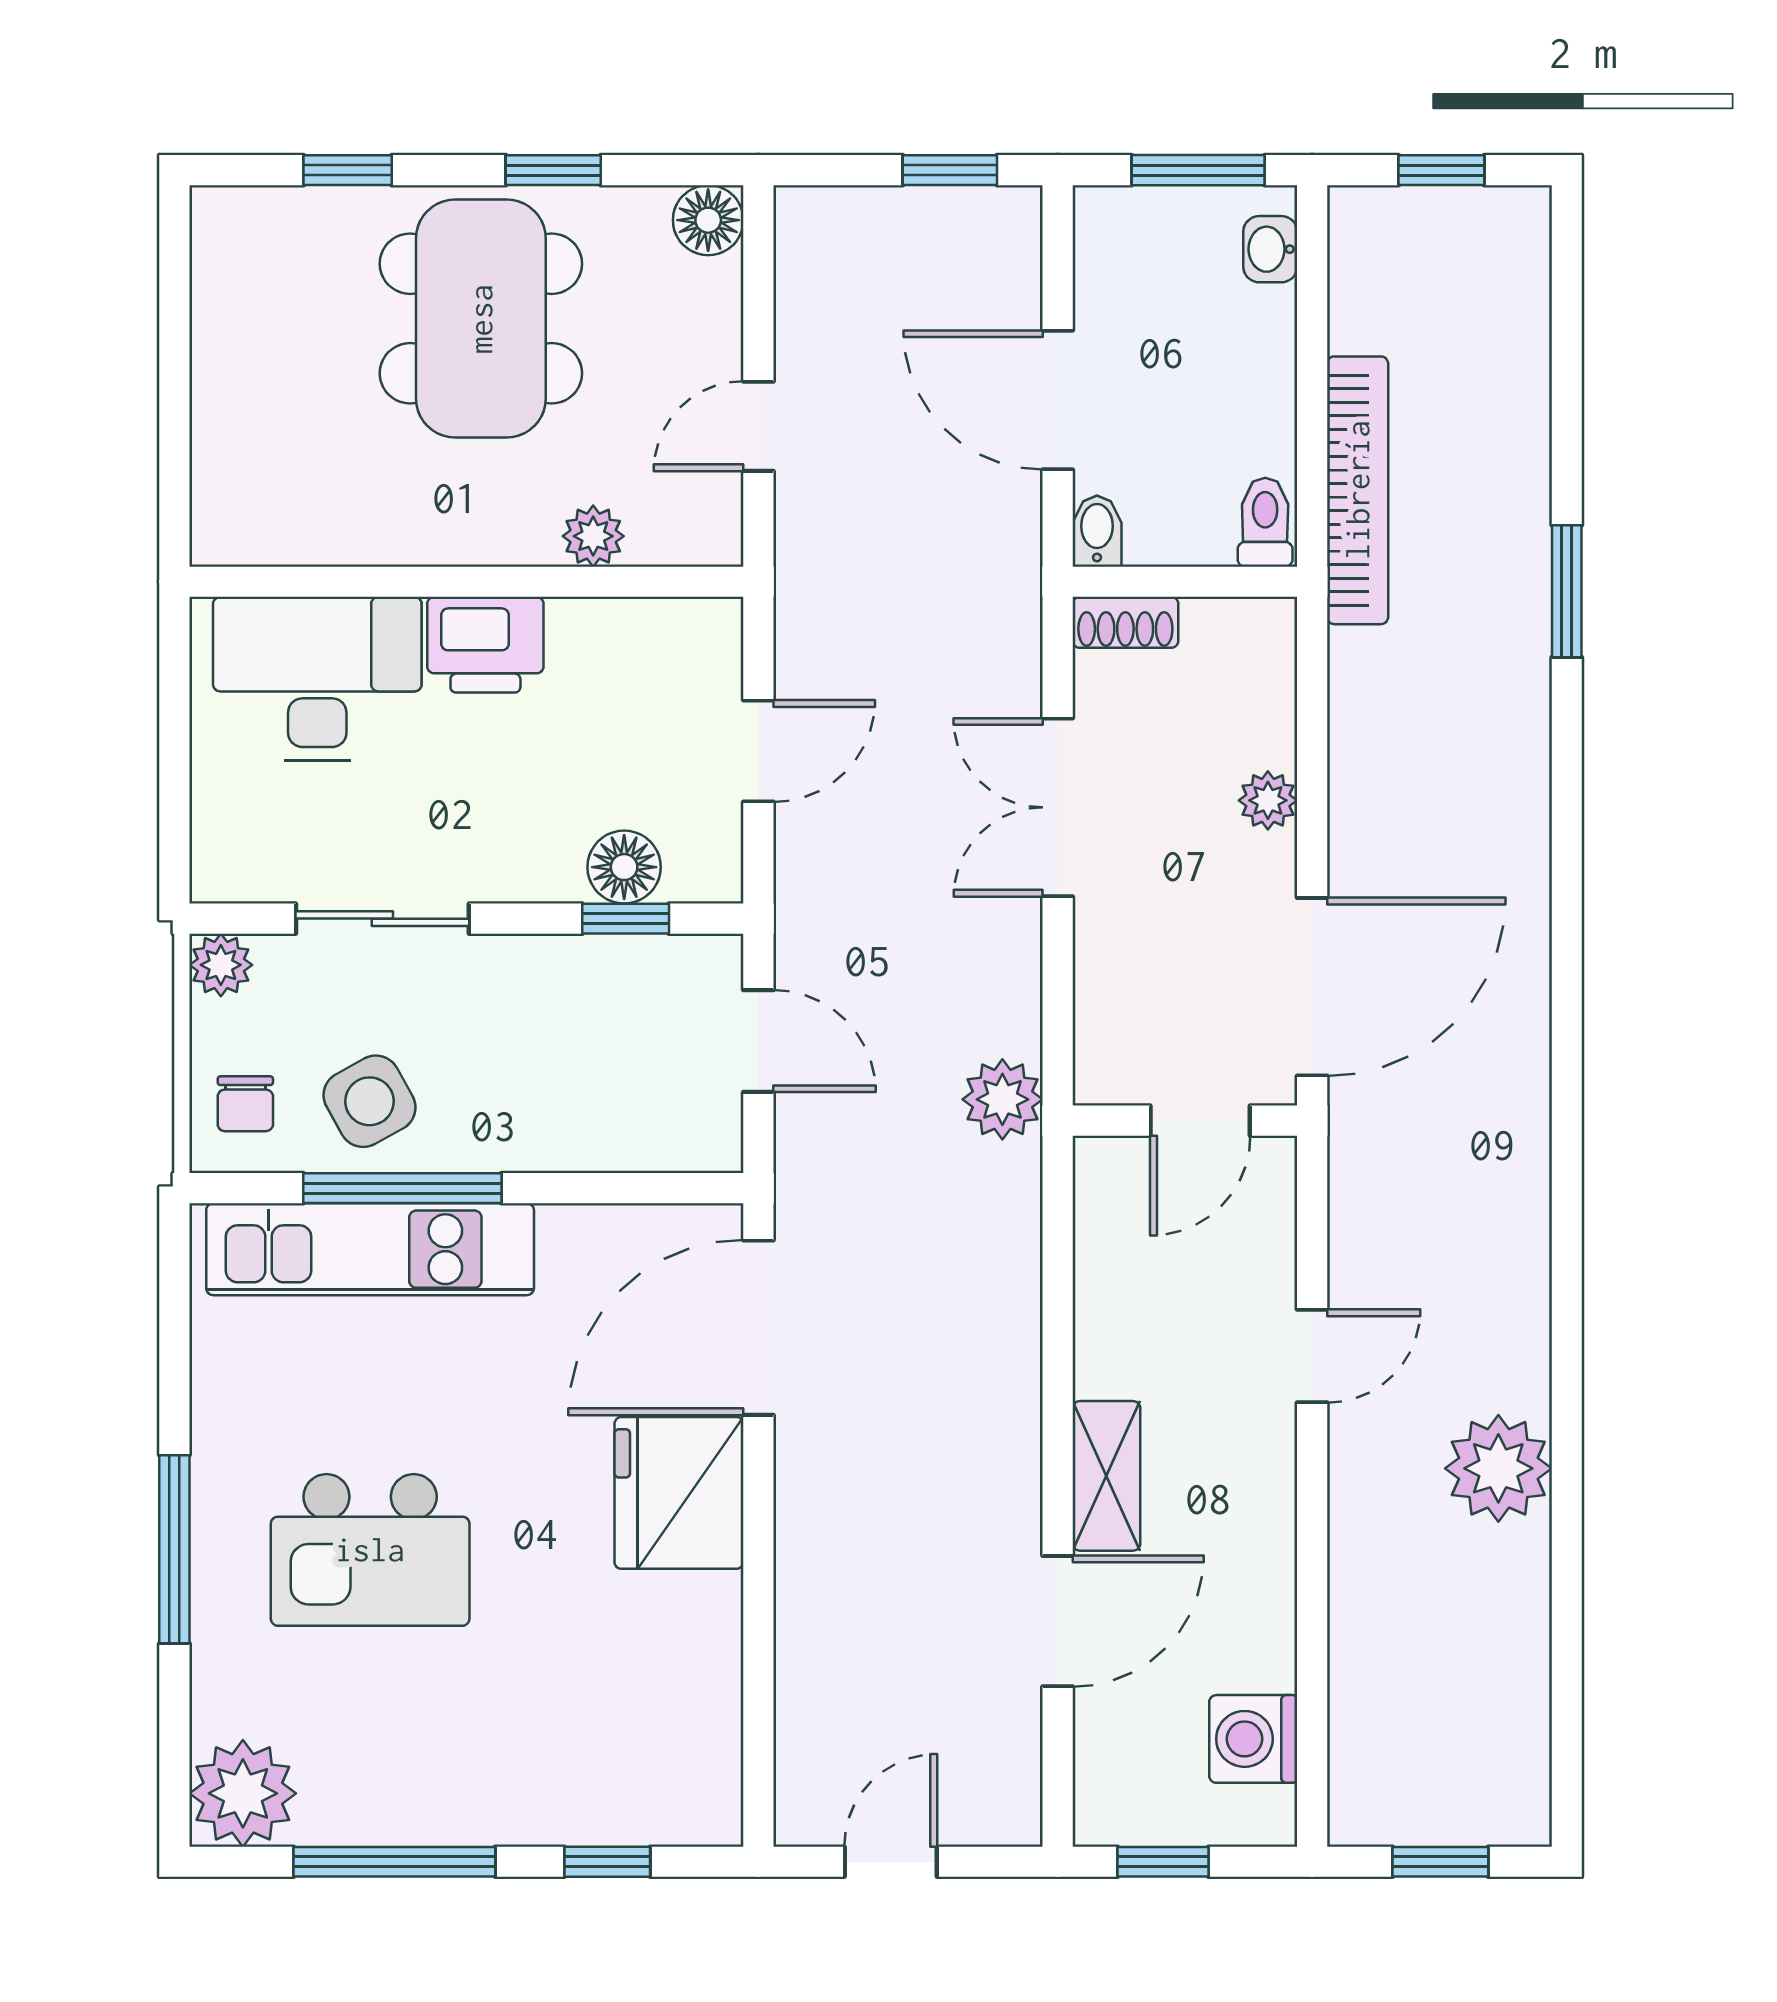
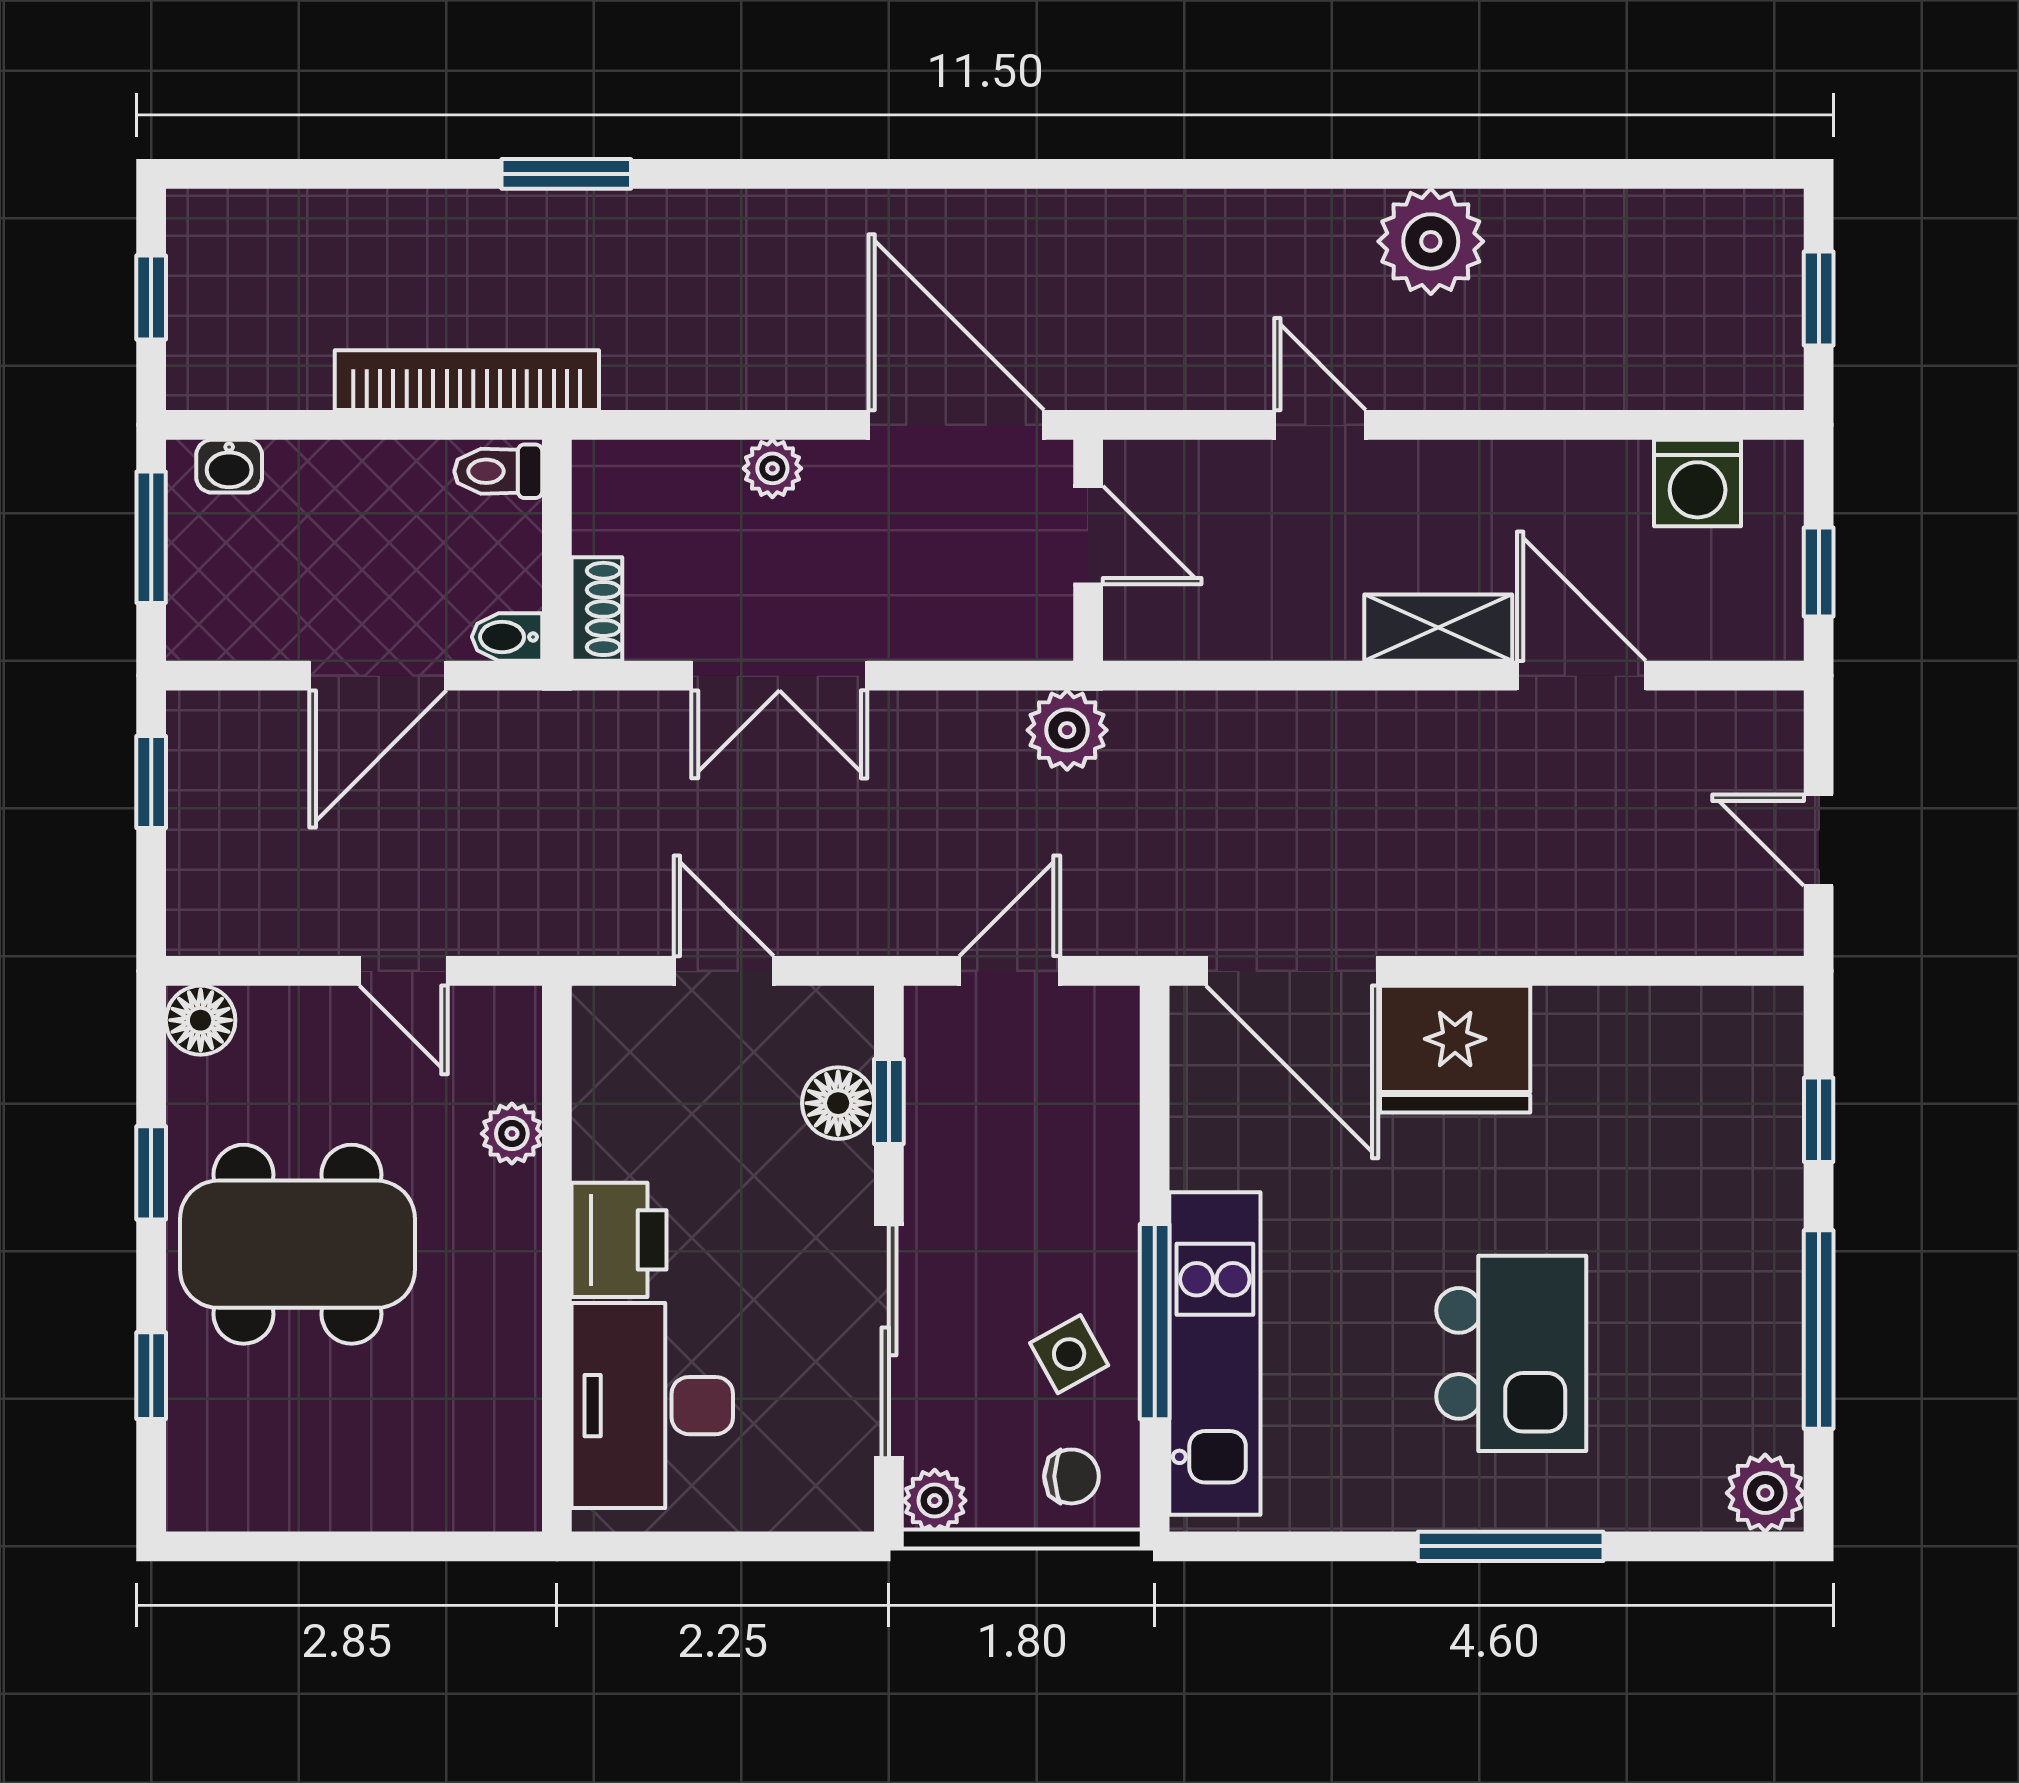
sliding door: (382, 919) -> (889, 1341), width x1.37
side table: (369, 1101) -> (1069, 1354), width x0.73, depth x0.73
plant: (243, 1793) -> (1765, 1493), width x0.73, depth x0.73

